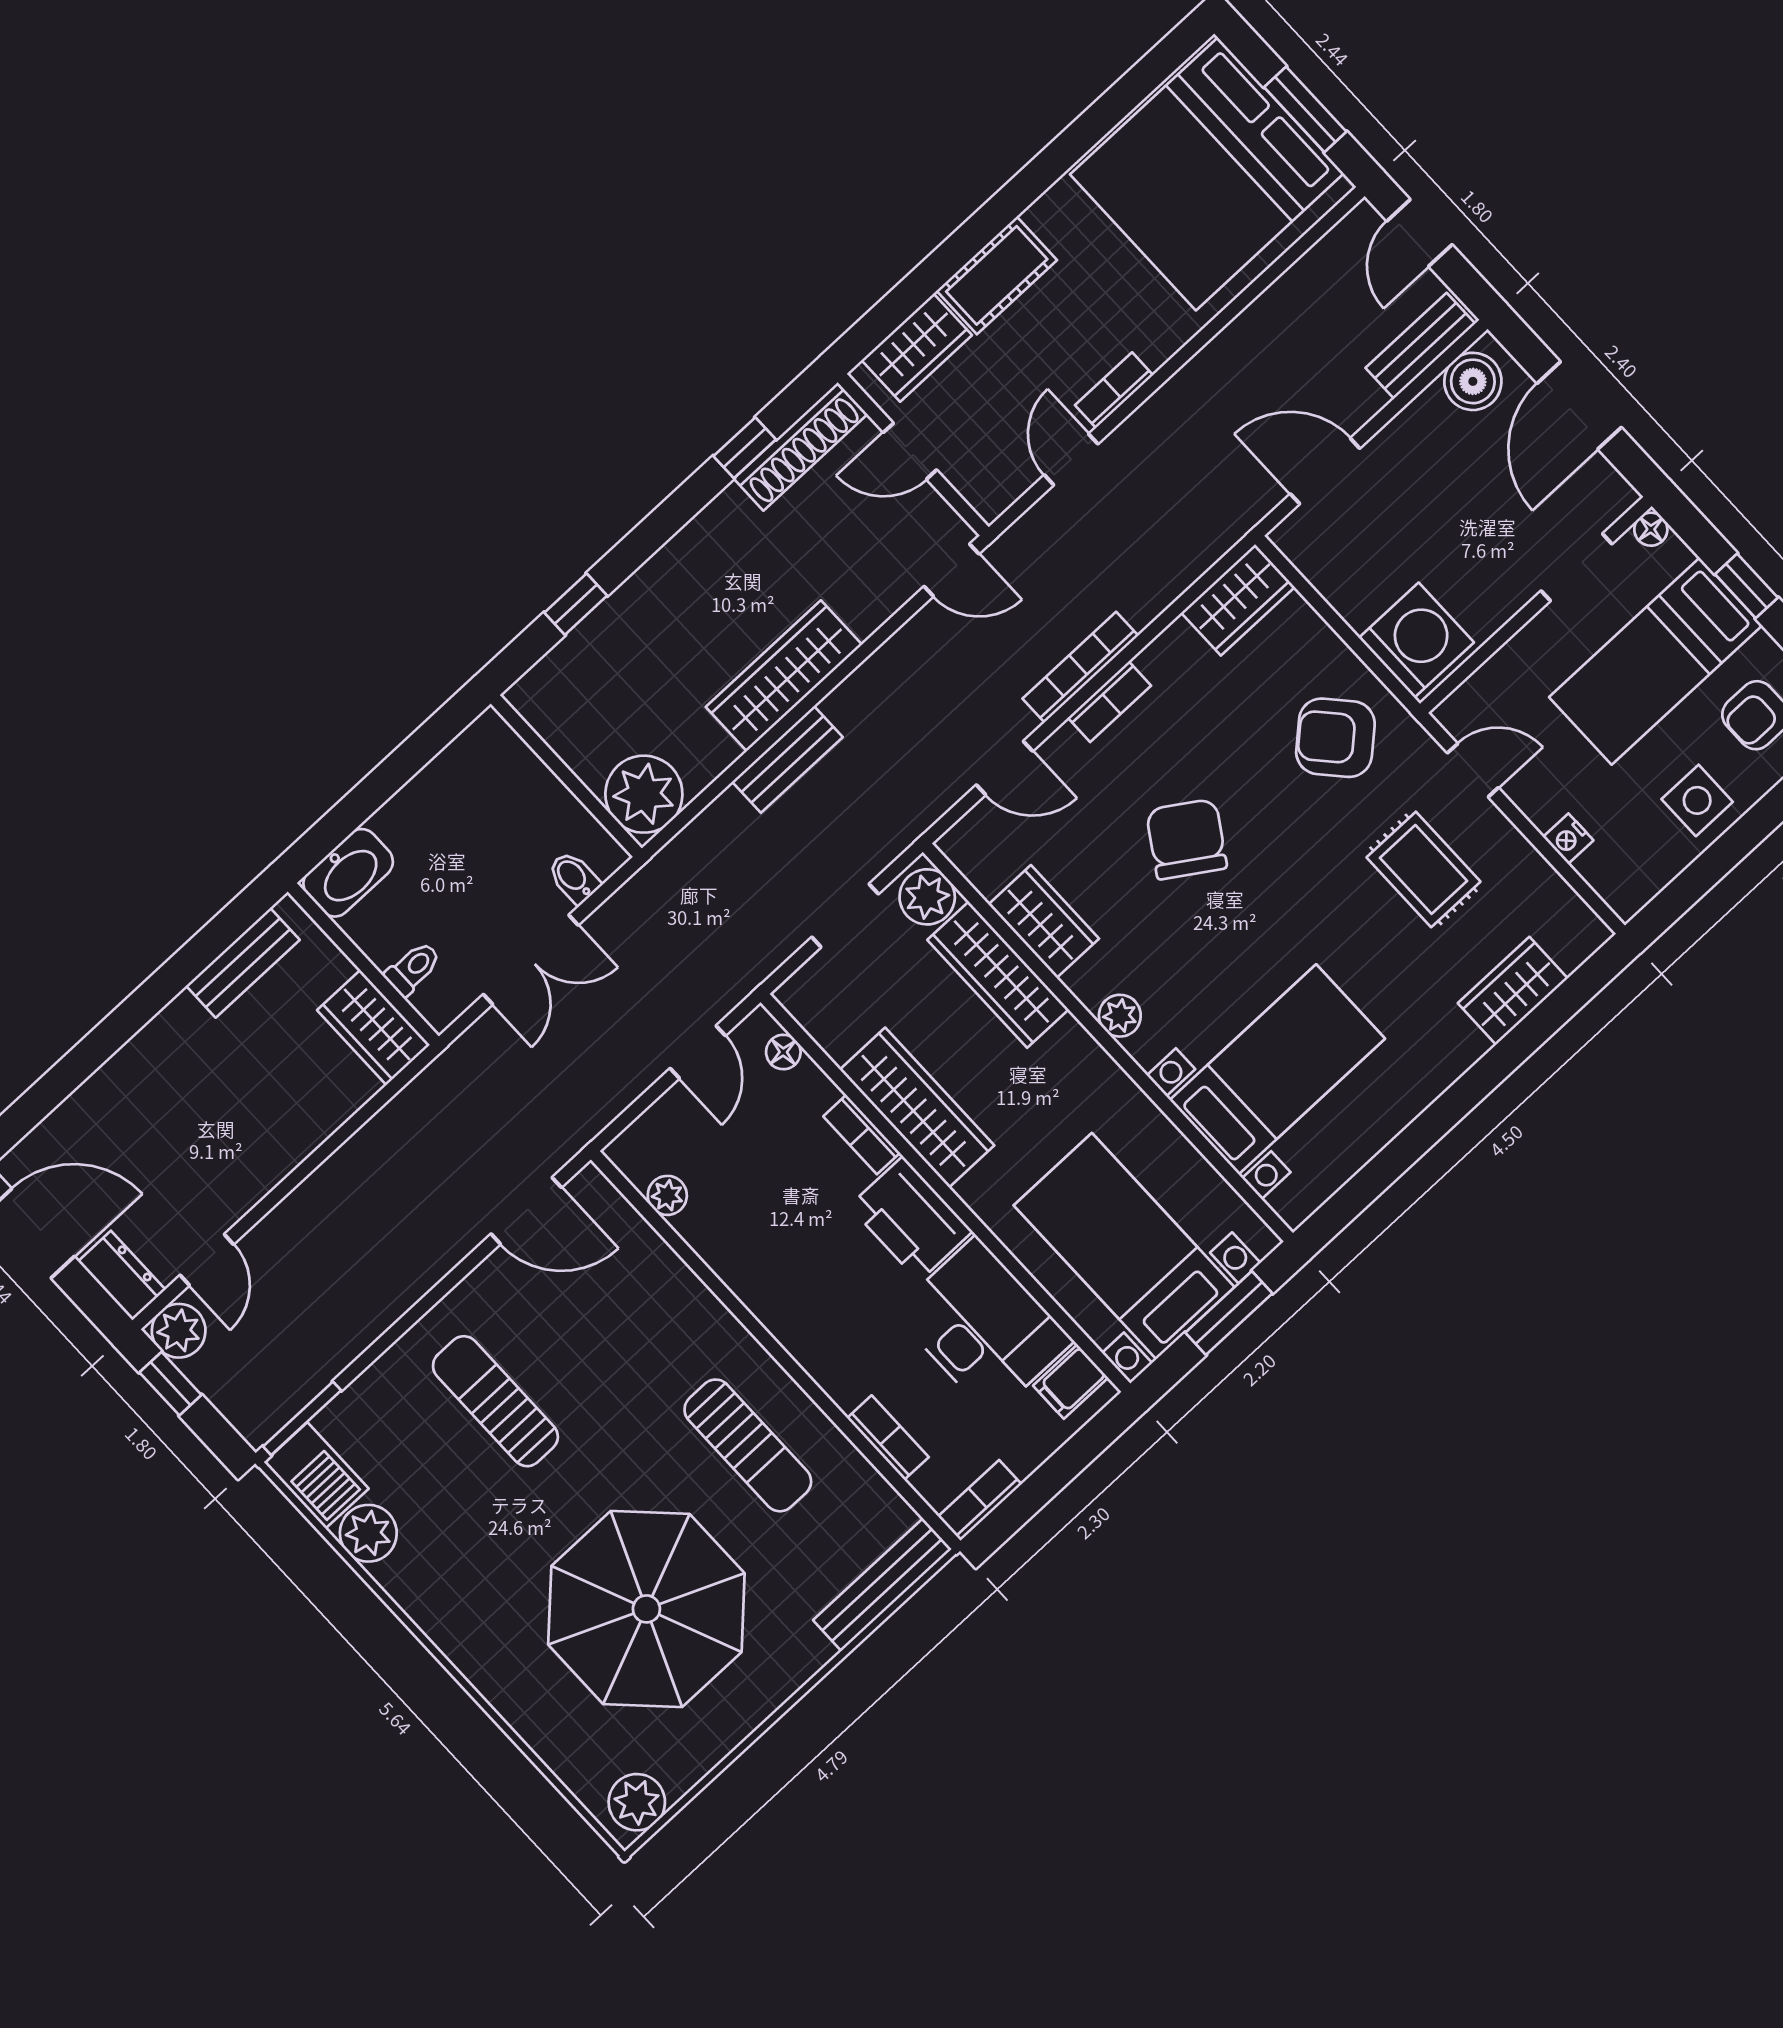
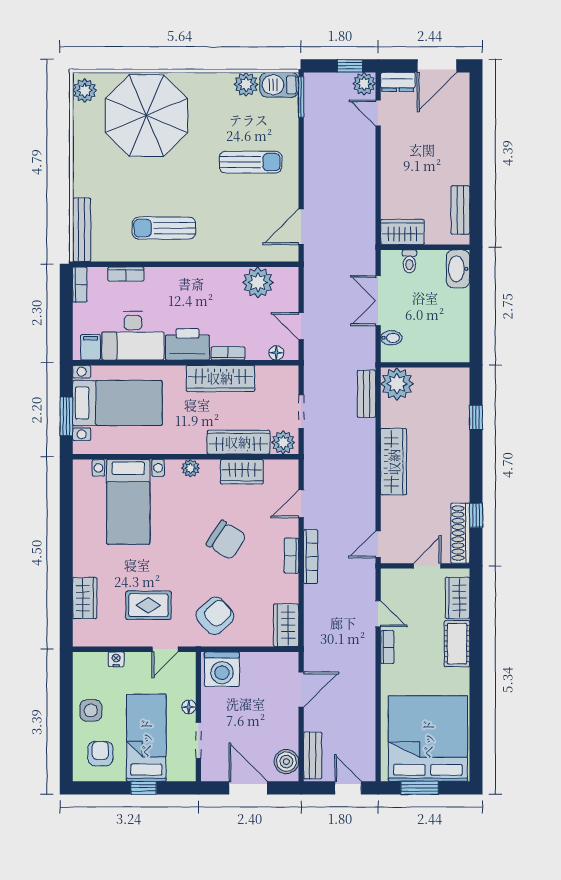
floor lamp: (1651, 529) -> (189, 707), moved
bench: (787, 759) -> (366, 394), moved
plant: (667, 1195) -> (258, 282), width x1.88, depth x1.88
parasol: (646, 1609) -> (146, 116), moved

